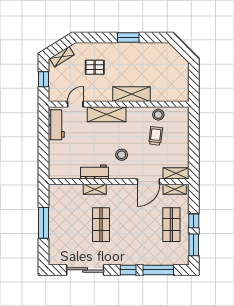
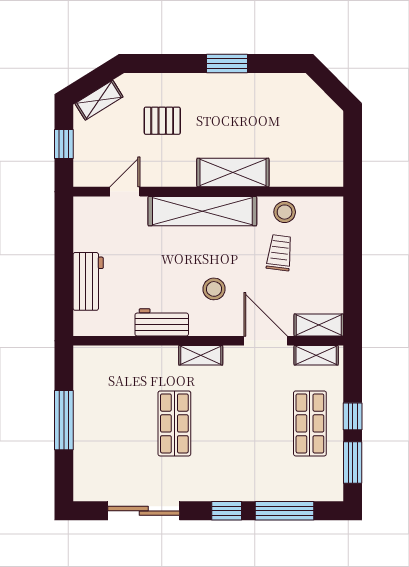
shelving: (107, 114) -> (202, 211), width x1.47
workbench: (56, 125) -> (88, 281), moved
door: (148, 182) -> (266, 341), swing flipped
shelving: (95, 189) -> (201, 355), moved

